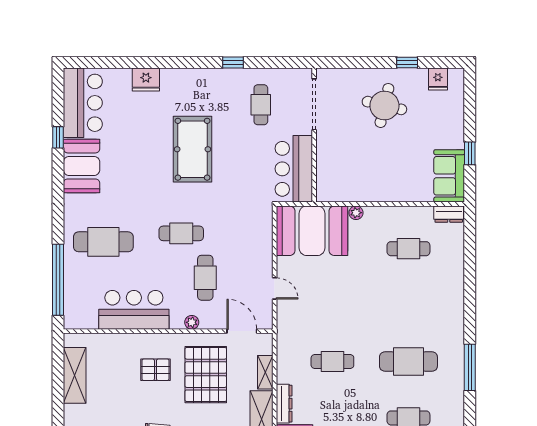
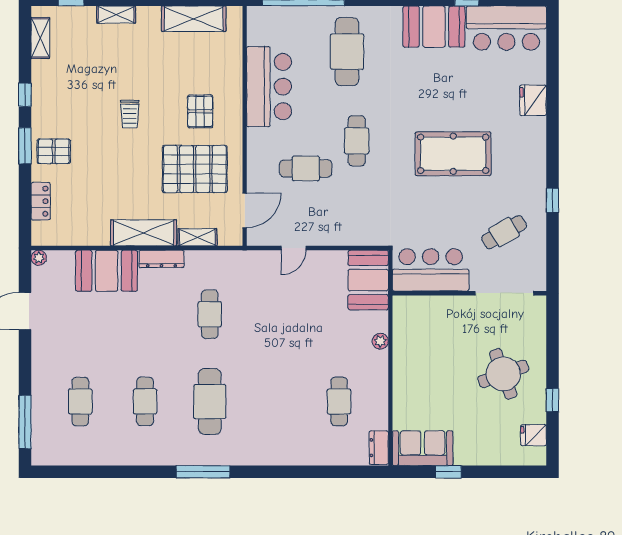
cafe table: (261, 105) -> (504, 232), turned -30
round table: (384, 105) -> (503, 374), turned -33
booth: (312, 231) -> (368, 280), width x0.73, depth x0.70
plant: (192, 322) -> (255, 153), removed

